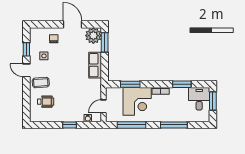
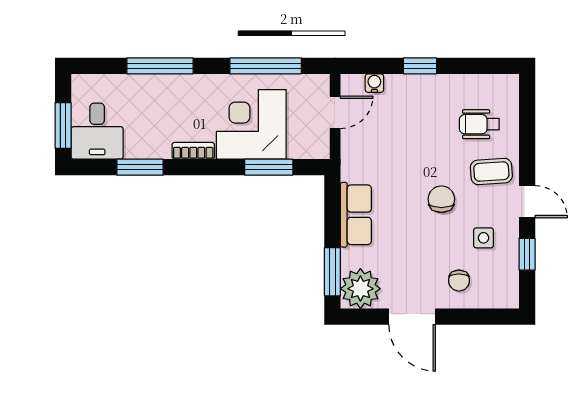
chair: (61, 71) -> (441, 199), added

